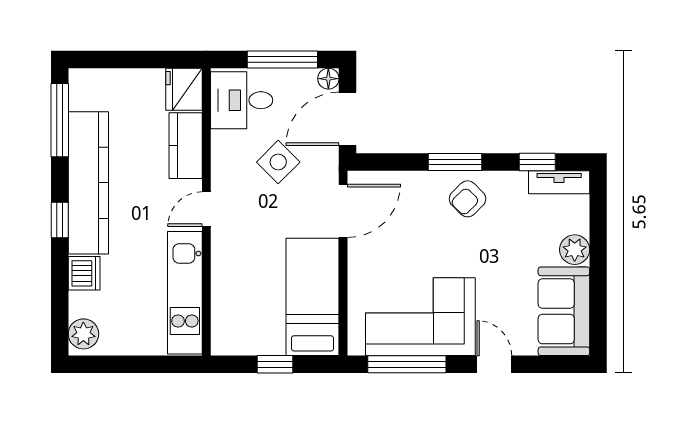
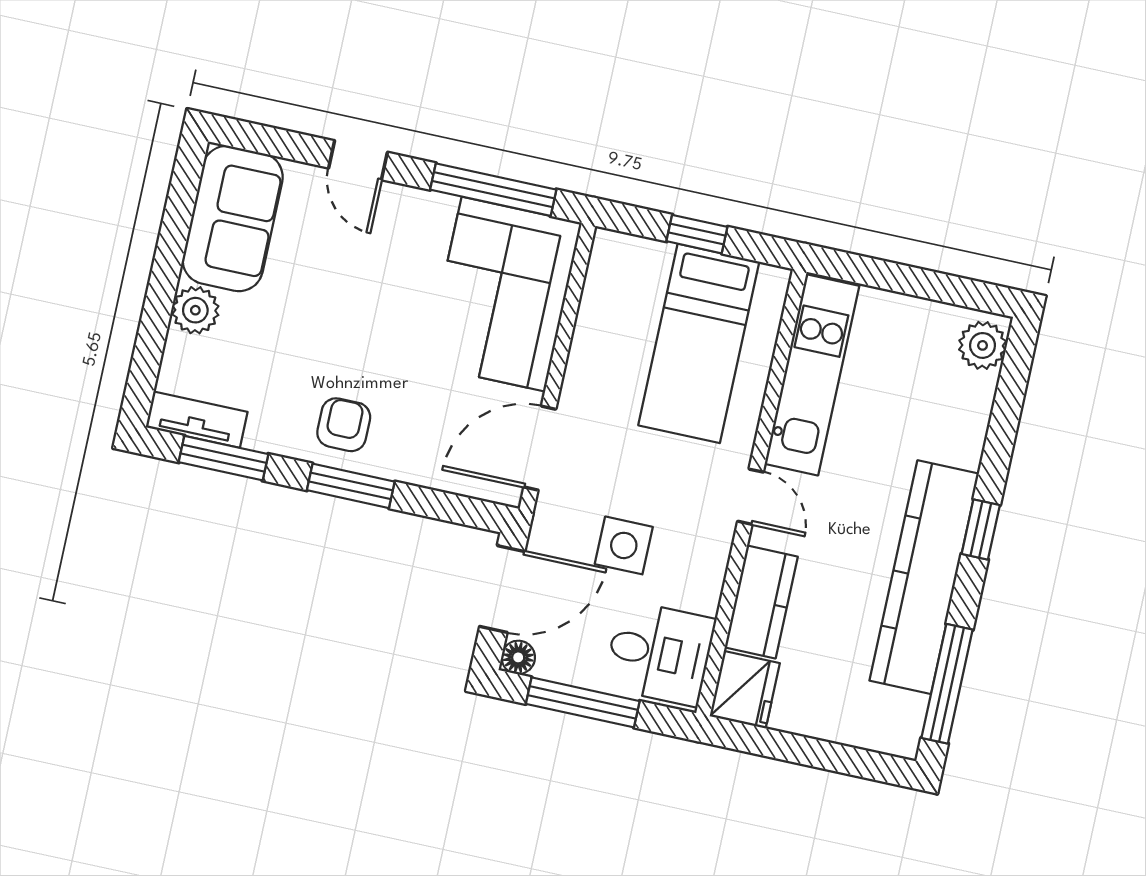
side table: (278, 162) -> (624, 545), turned 45
window: (537, 162) -> (223, 458), width x1.50
armchair: (468, 199) -> (344, 425), turned -45
door: (206, 209) -> (750, 497), hinge flipped
dishwasher: (84, 273) -> (961, 439), removed
bed: (312, 297) -> (699, 343), moved
corner sofa: (420, 317) -> (503, 294), moved, turned 90

